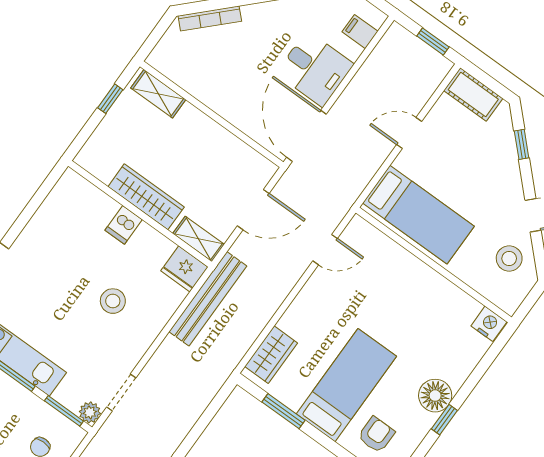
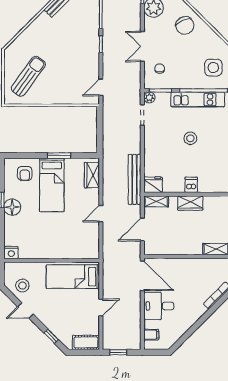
wardrobe: (146, 197) -> (190, 203), width x0.67
door: (325, 250) -> (101, 214), moved
stool: (113, 301) -> (190, 138), moved
window: (283, 411) -> (59, 156), moved

